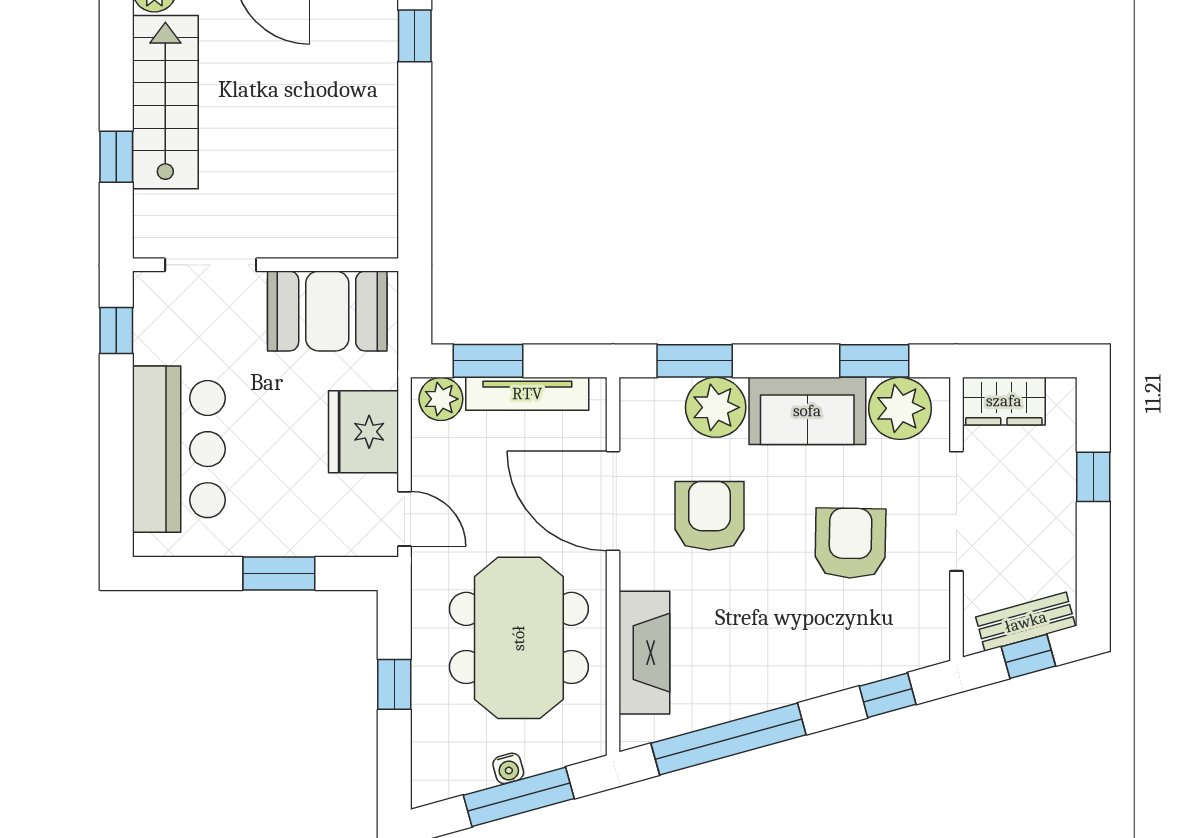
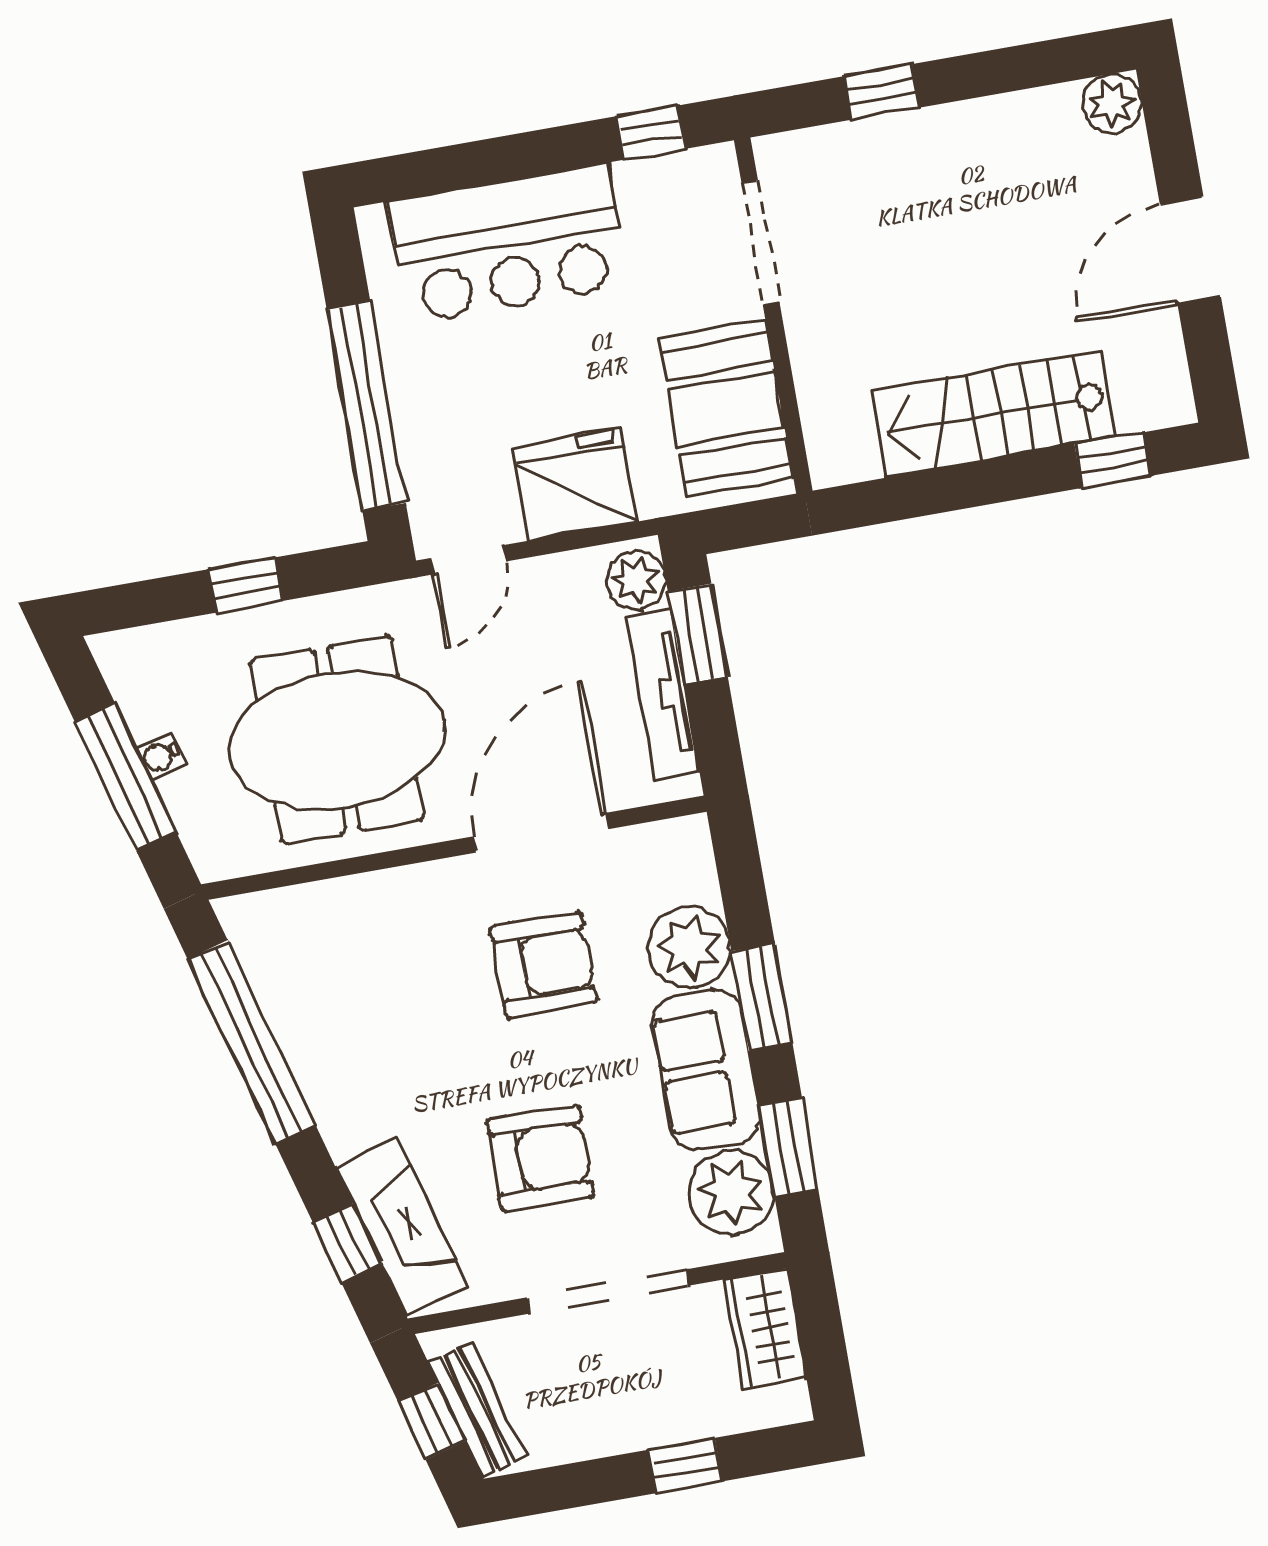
stairs: (165, 102) -> (993, 414), moved, turned 180
window: (695, 361) -> (762, 997), moved
window: (279, 573) -> (366, 406), width x2.11
fireplace: (644, 653) -> (402, 1227), moved, turned -105

